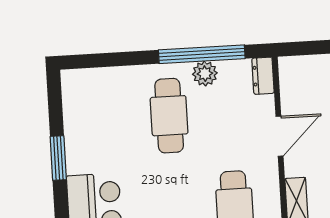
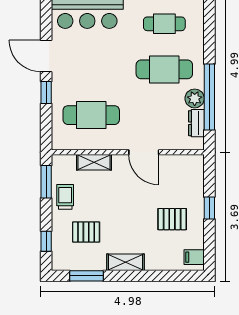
dresser: (263, 76) -> (196, 123), moved, turned -90
cafe table: (109, 119) -> (164, 24), added

